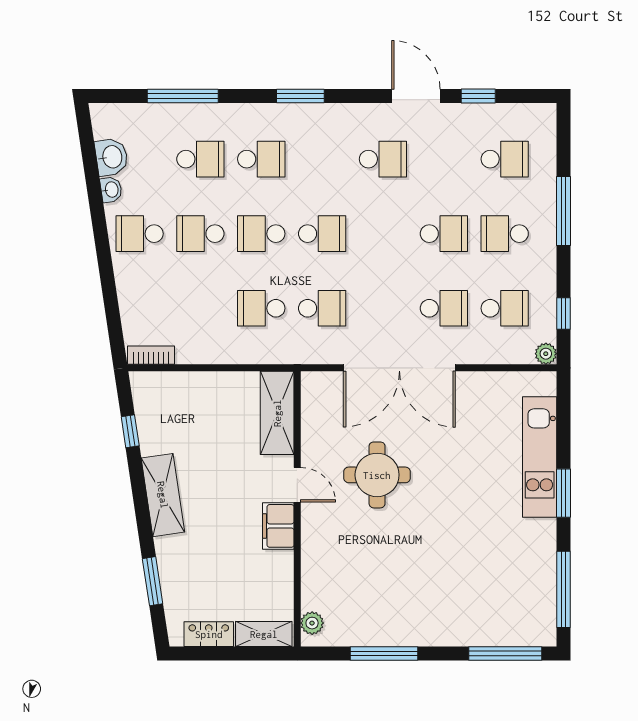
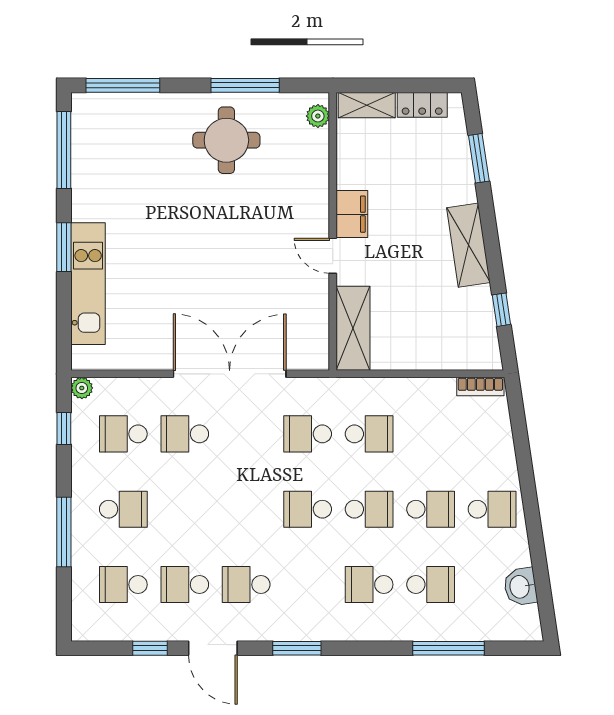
window: (300, 96) -> (297, 648), moved
school desk: (200, 159) -> (431, 585), turned 180
washbasin: (111, 190) -> (521, 554), removed
school desk: (444, 234) -> (185, 585), moved
round table: (377, 475) -> (226, 140), moved

